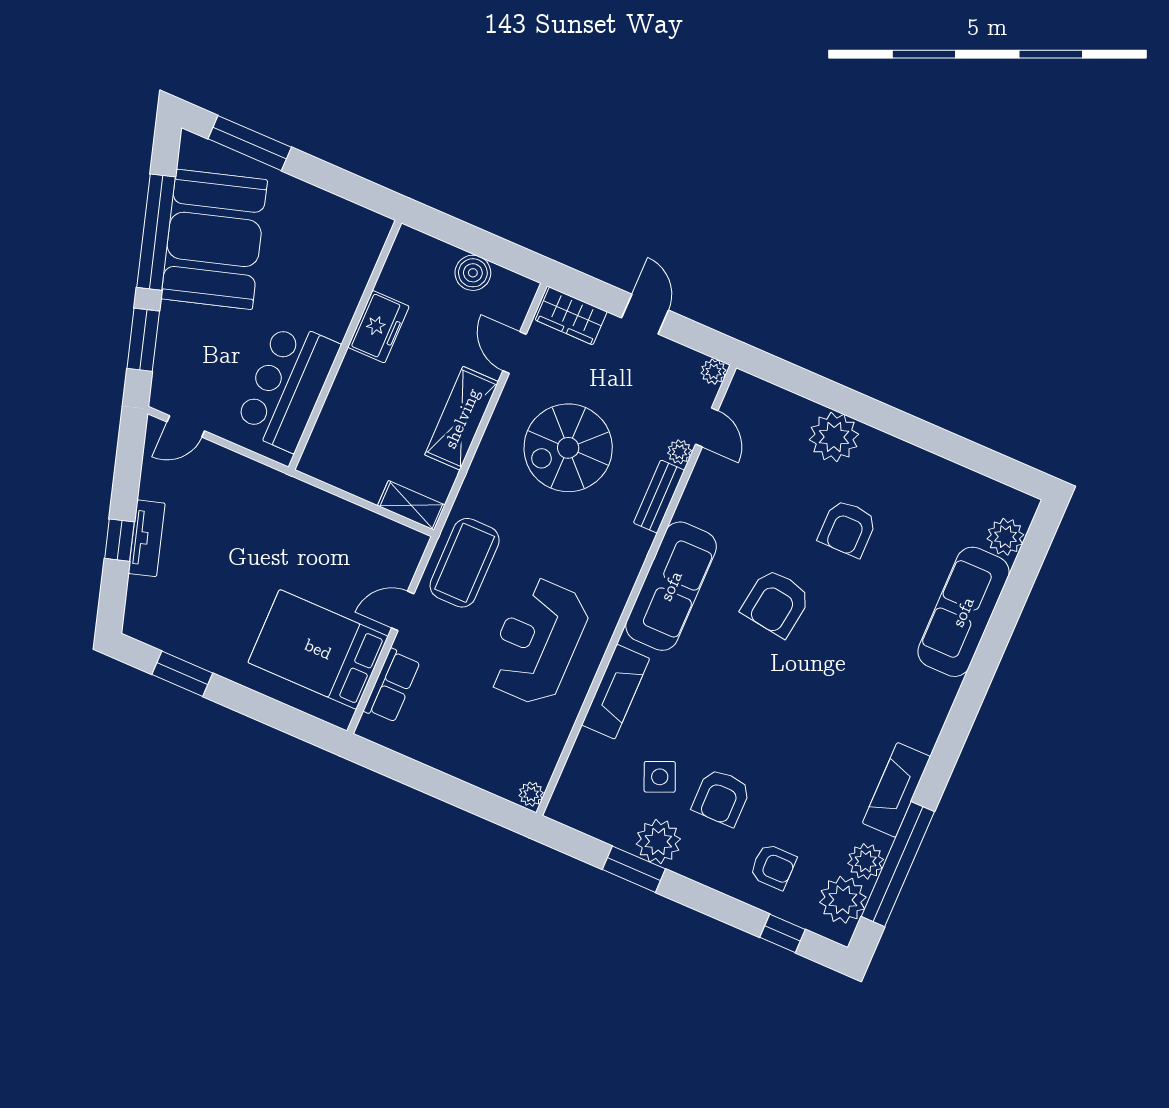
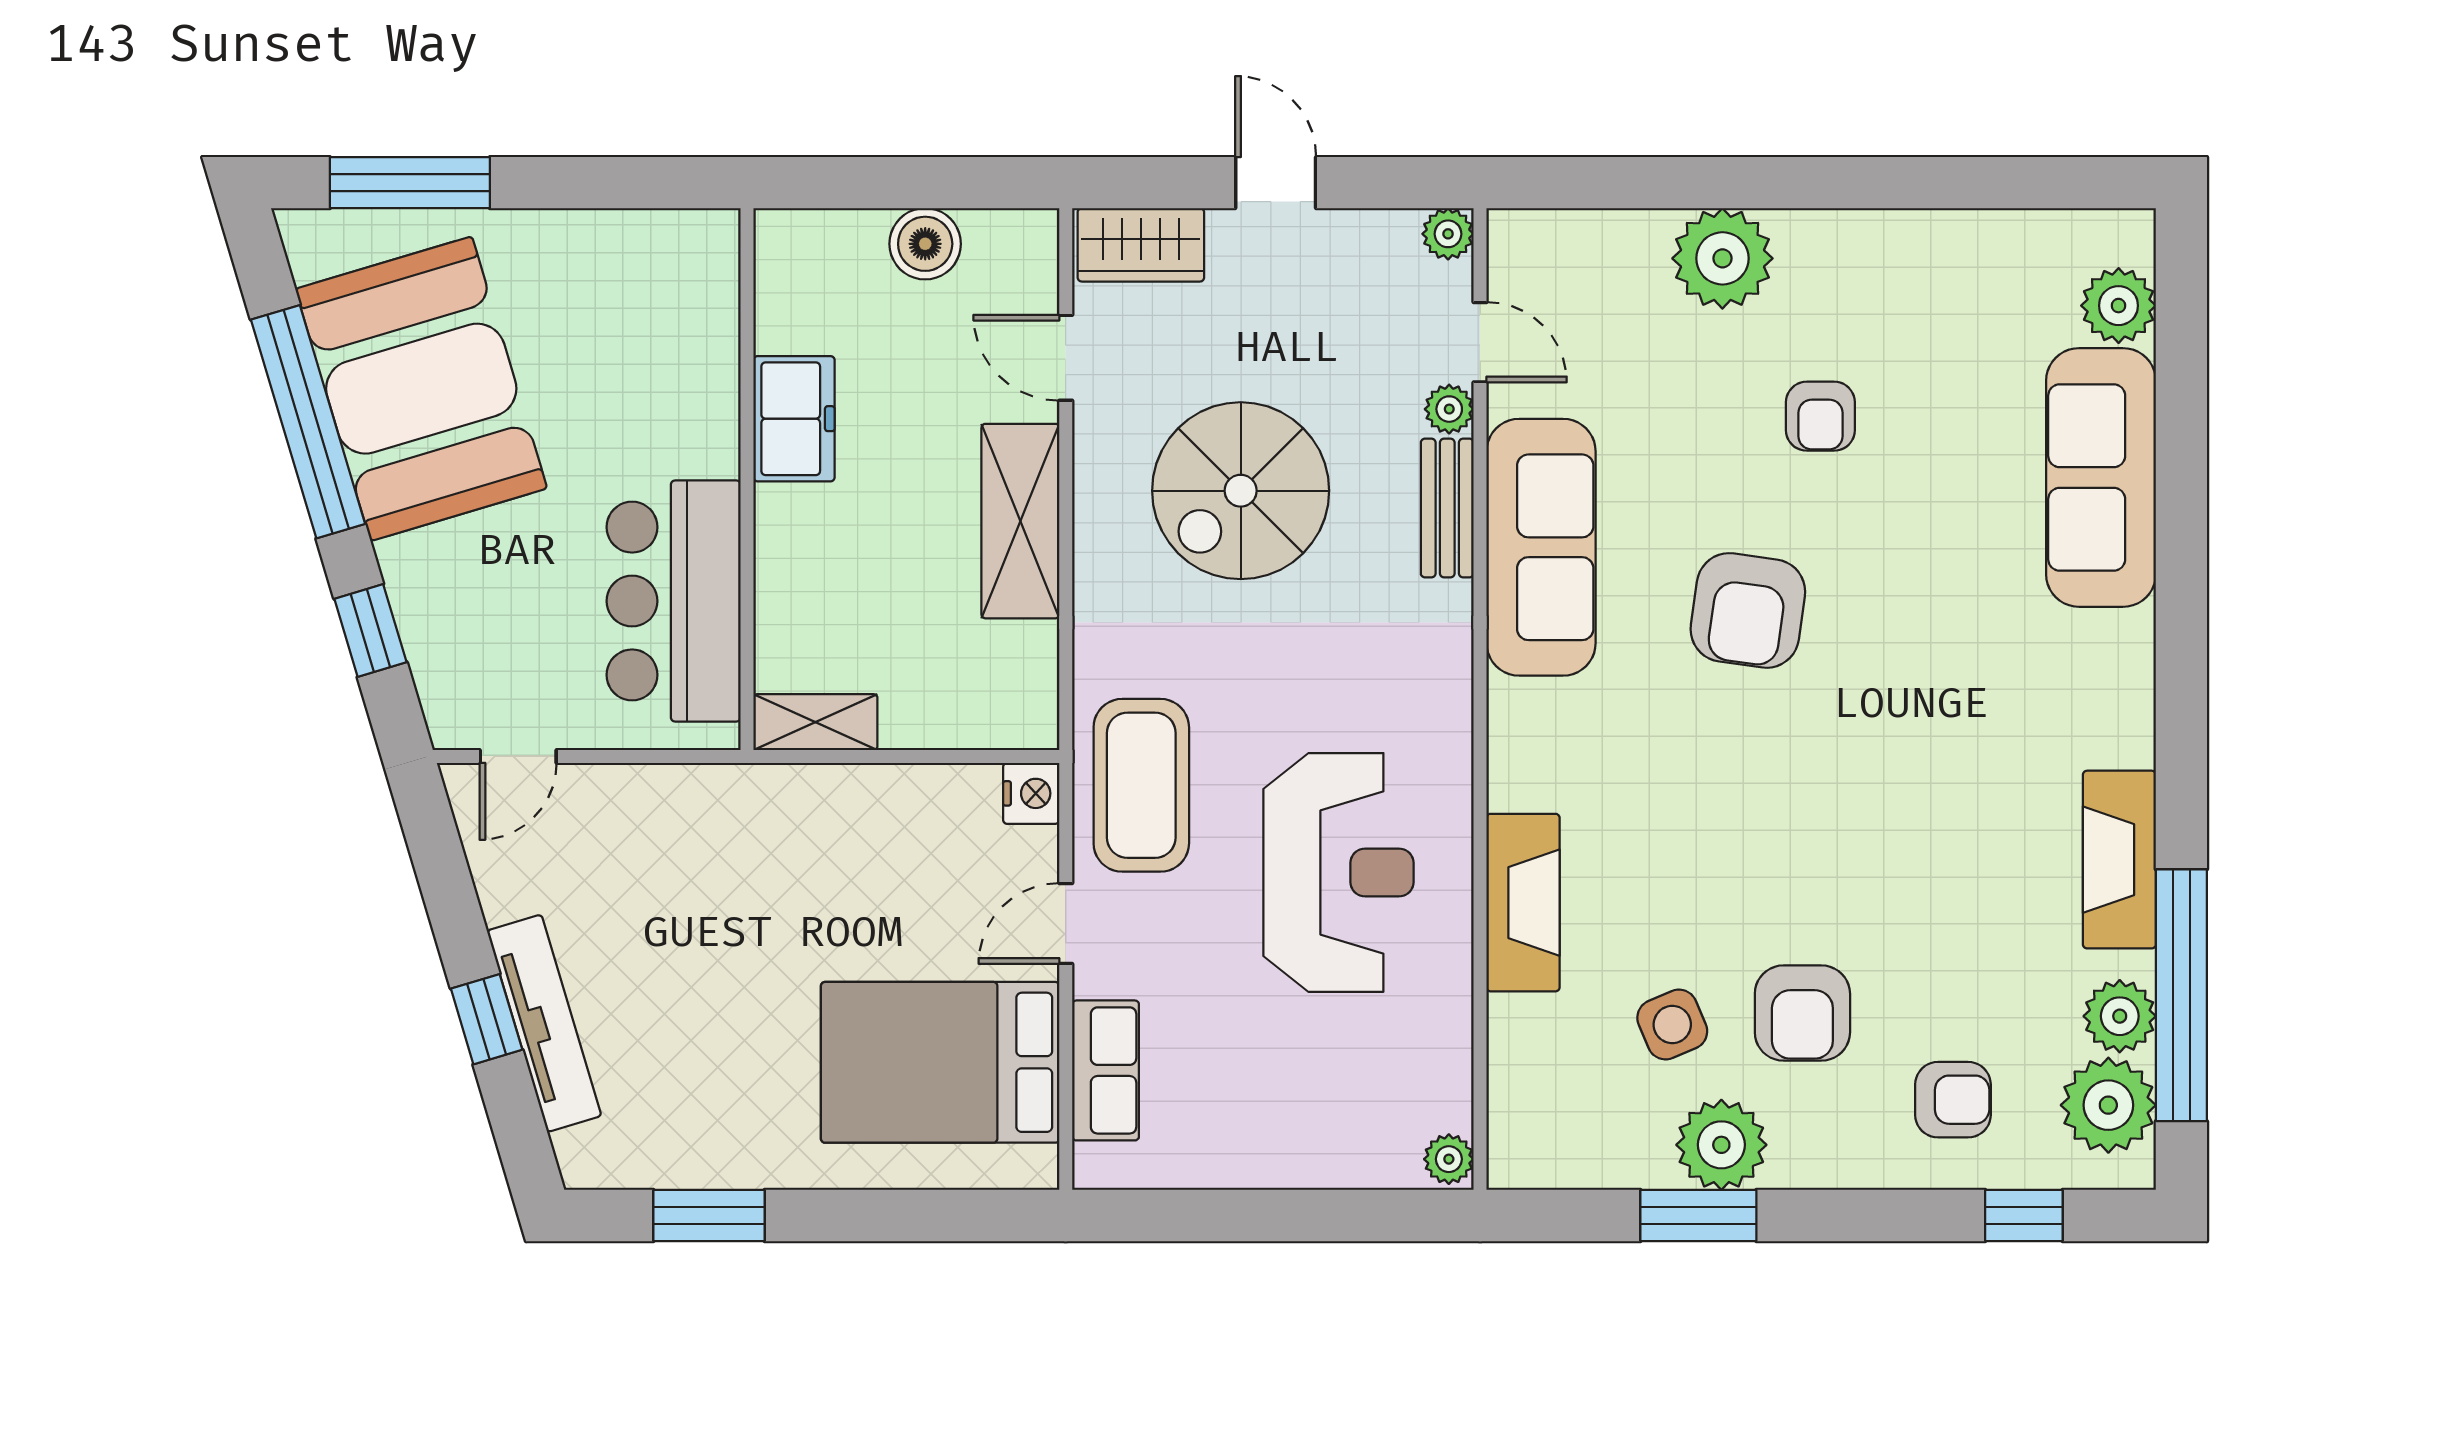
window: (143, 340) -> (370, 631), width x0.67
shelving: (411, 505) -> (815, 722), moved
armchair: (848, 528) -> (1820, 416), width x0.72, depth x0.72
tv unit: (147, 538) -> (544, 1023), width x1.41
nightstand: (413, 545) -> (1031, 793), added
sofa: (671, 586) -> (1541, 547), moved
reception desk: (537, 641) -> (1338, 872), turned 180

